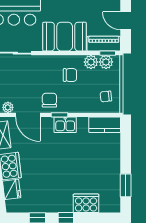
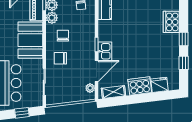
chair: (49, 100) -> (60, 58), moved
kitchen sink: (65, 125) -> (105, 51), moved

